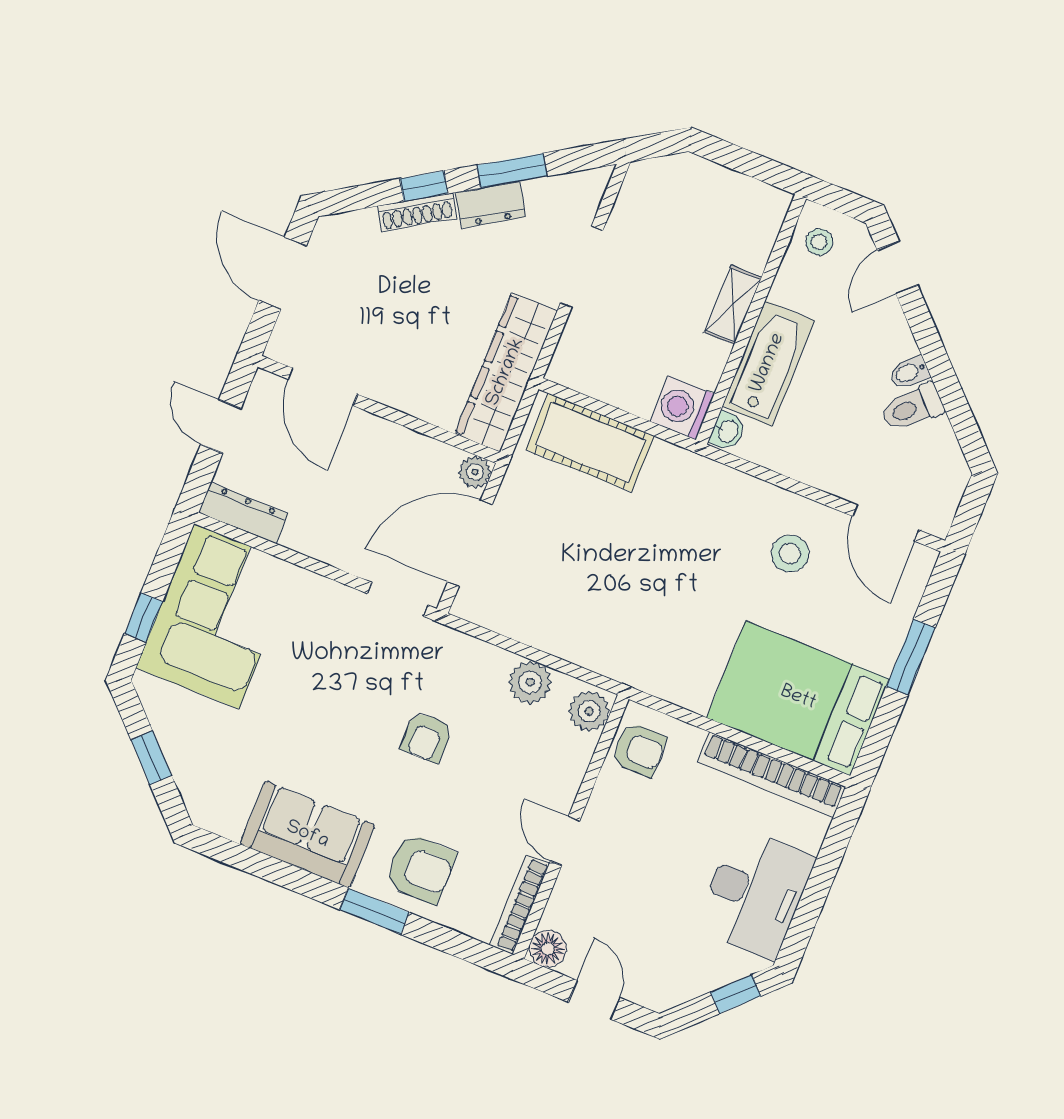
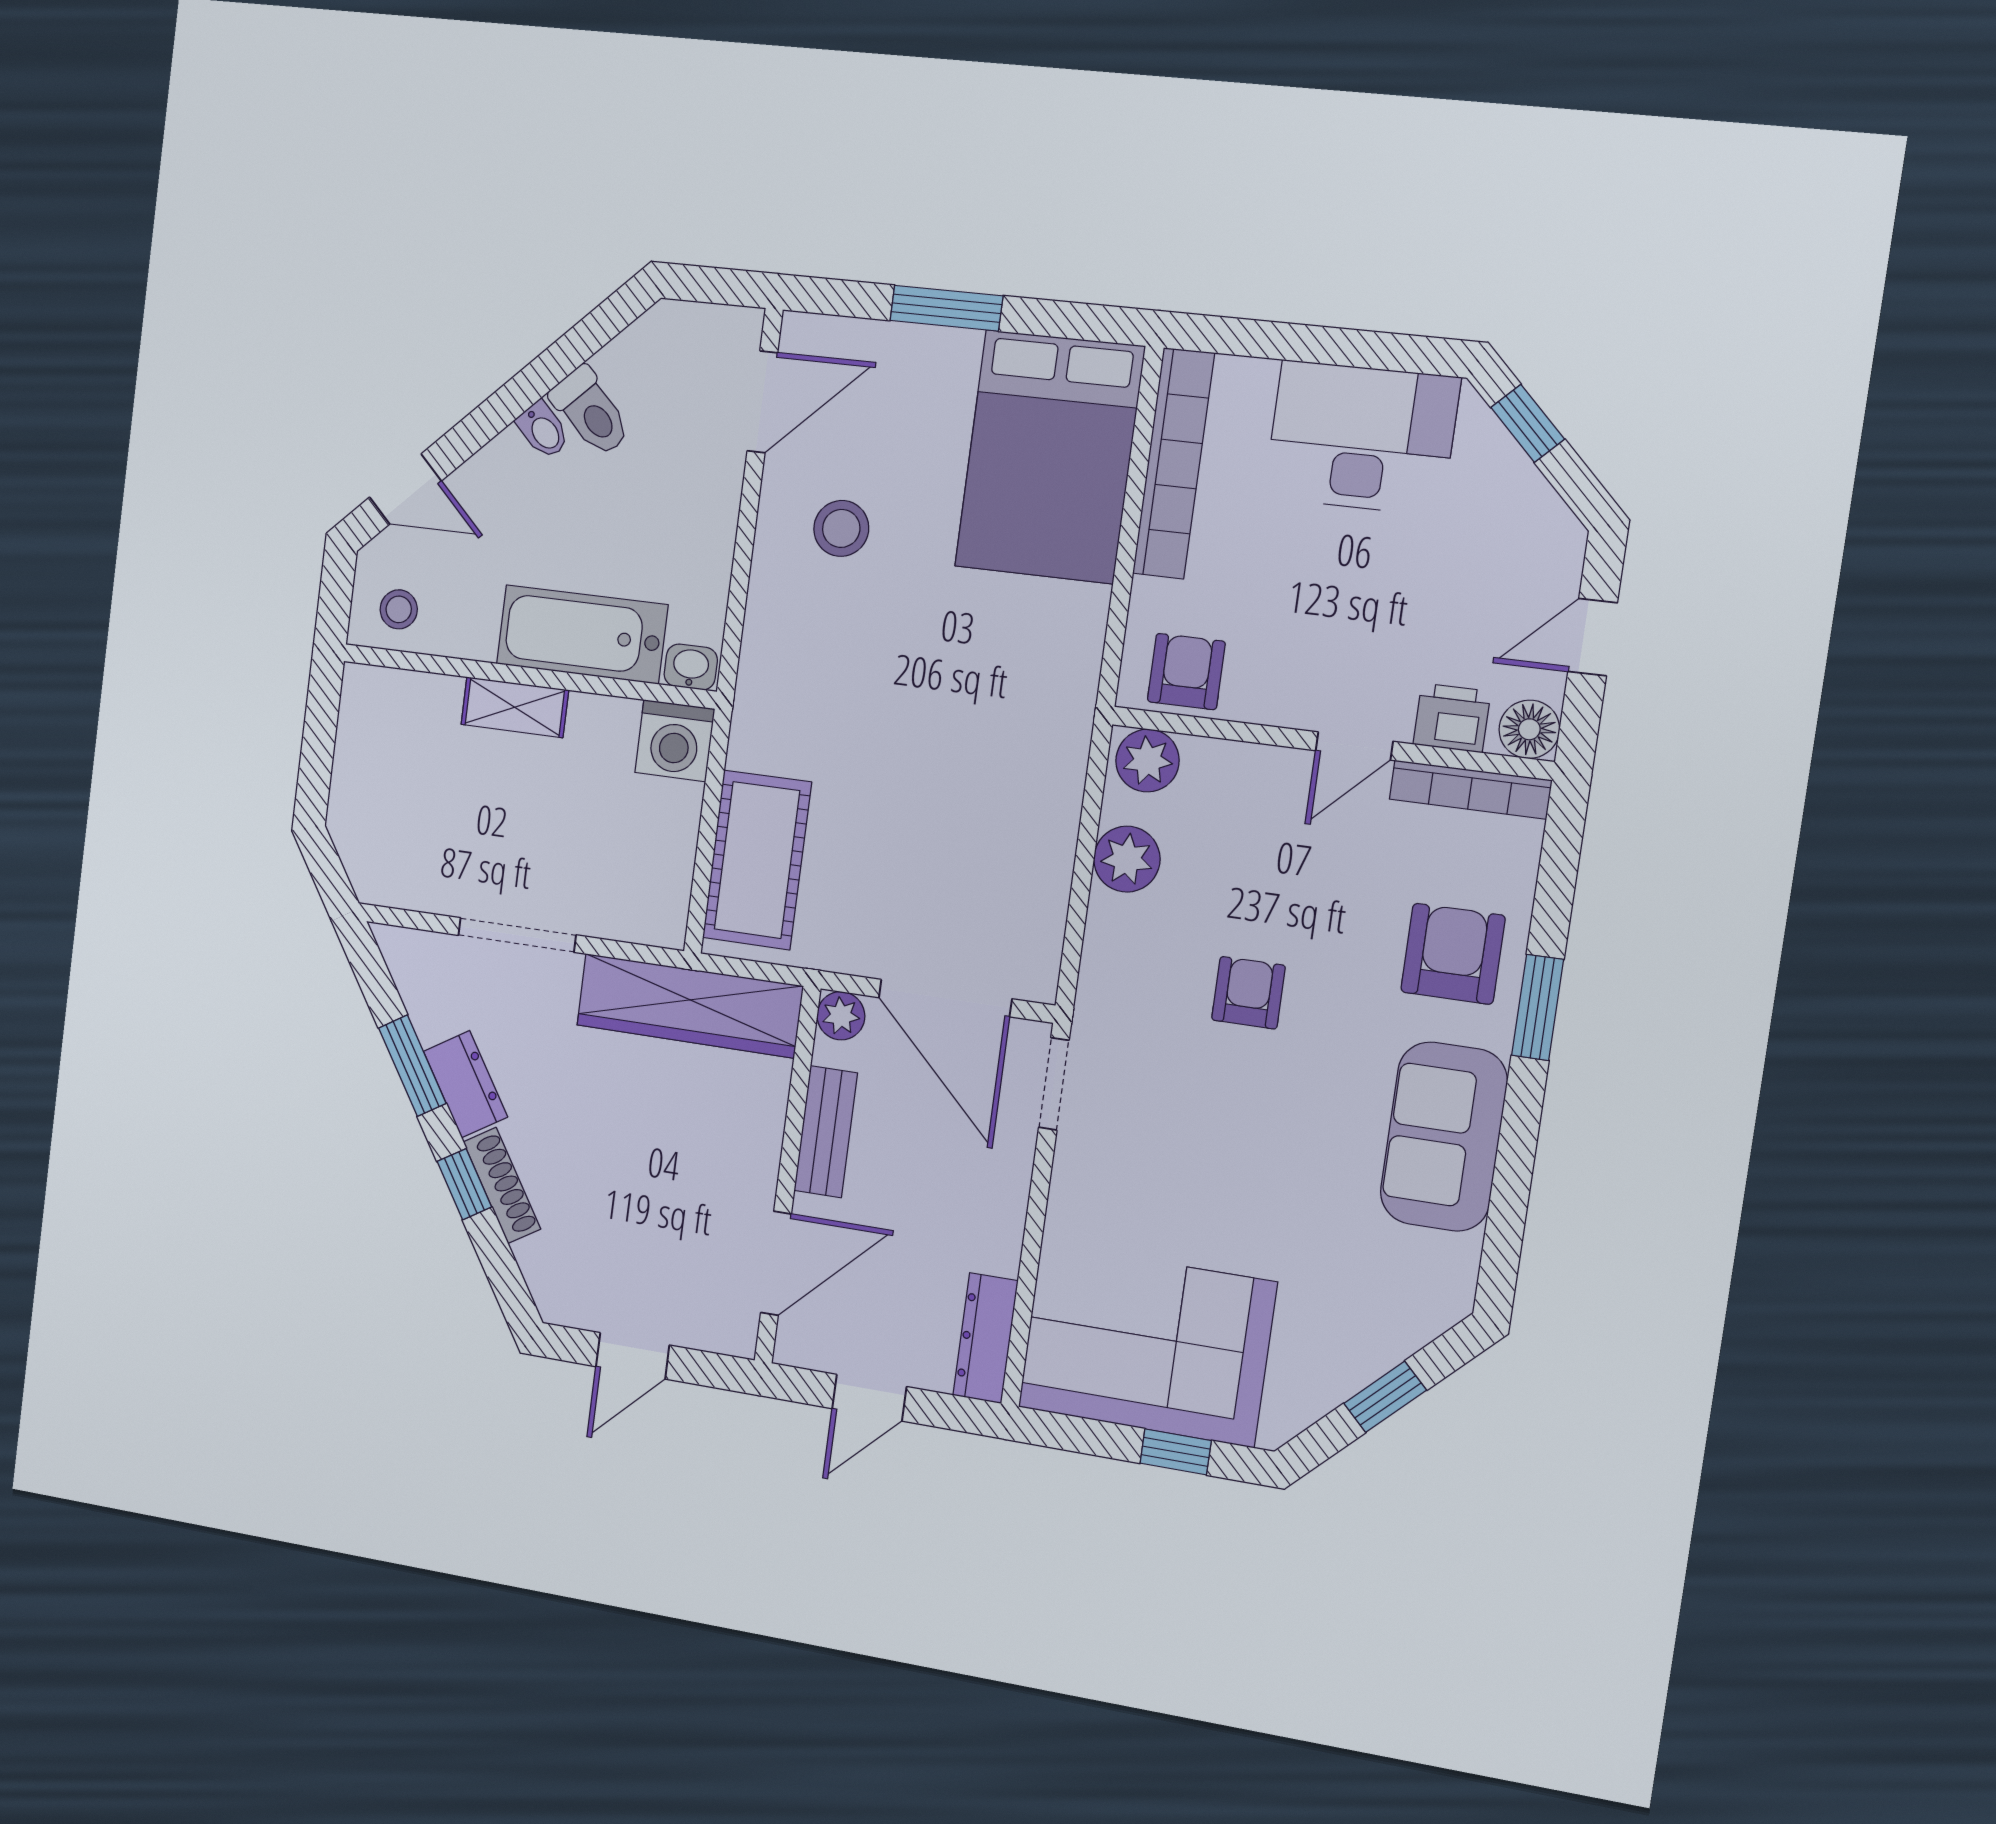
door: (283, 273) -> (633, 1356), width x0.73
bench: (402, 442) -> (826, 1132), added
armchair: (426, 737) -> (1248, 993), turned -90
printer: (567, 904) -> (1452, 718), added

